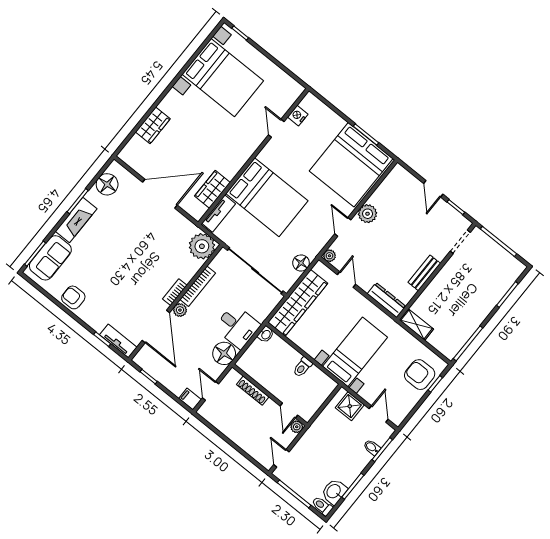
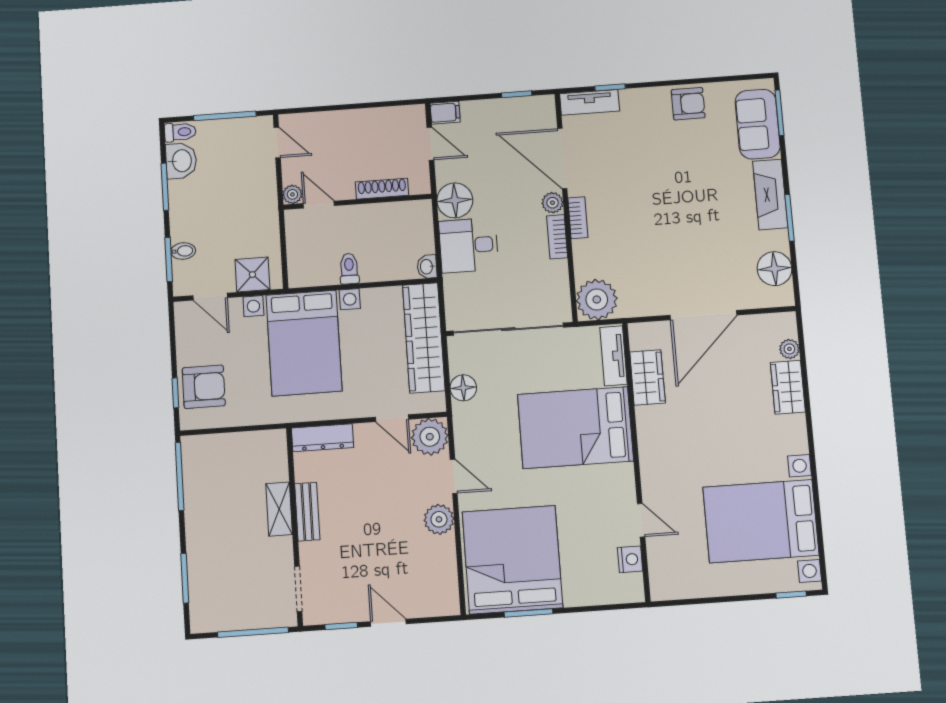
plant: (135, 142) -> (789, 349), added
plant: (329, 256) -> (430, 437), width x1.87, depth x1.87
bookcase: (198, 286) -> (557, 237), width x0.64
shelving: (416, 324) -> (279, 509), moved, turned 90
bed with nightstands: (355, 352) -> (304, 343), width x1.36

